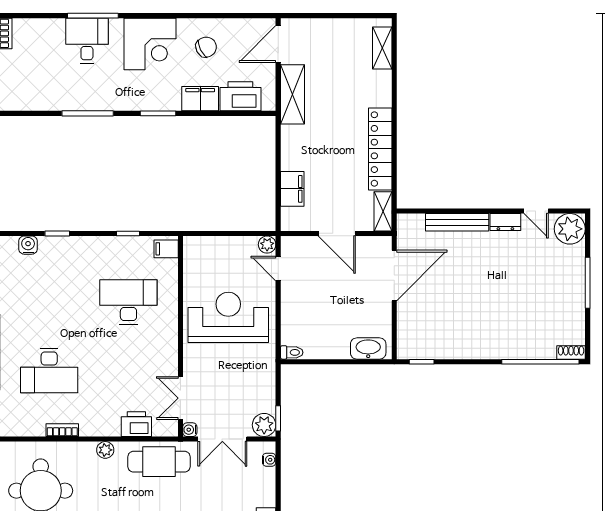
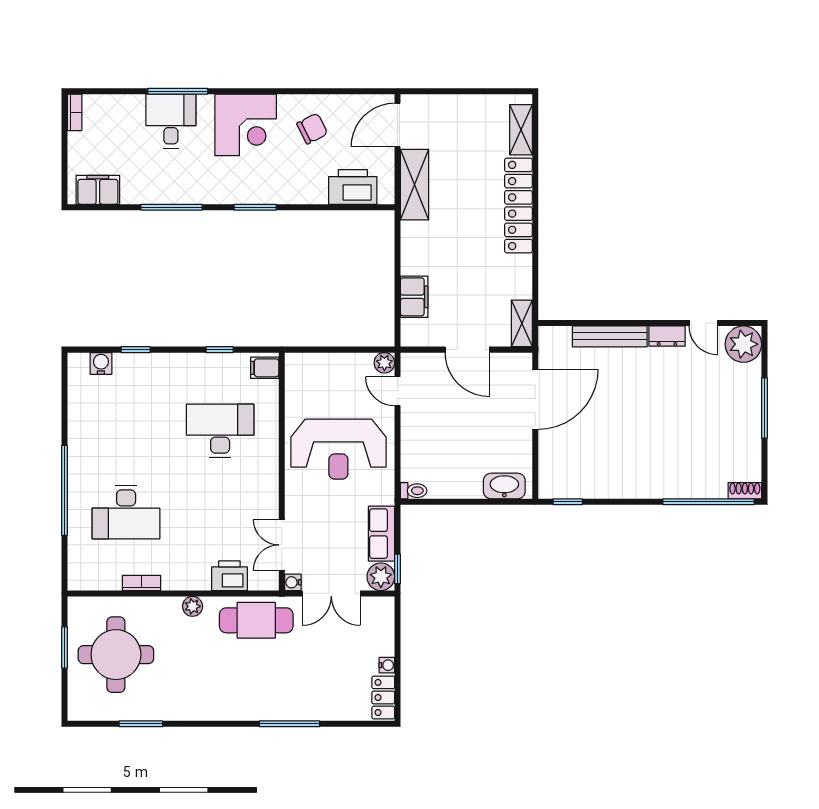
filing cabinet: (200, 99) -> (98, 190), moved
locker: (380, 149) -> (518, 205), moved
reception desk: (228, 317) -> (338, 449), turned 180
row of seats: (265, 389) -> (382, 534), added
water cooler: (269, 460) -> (387, 665), moved

